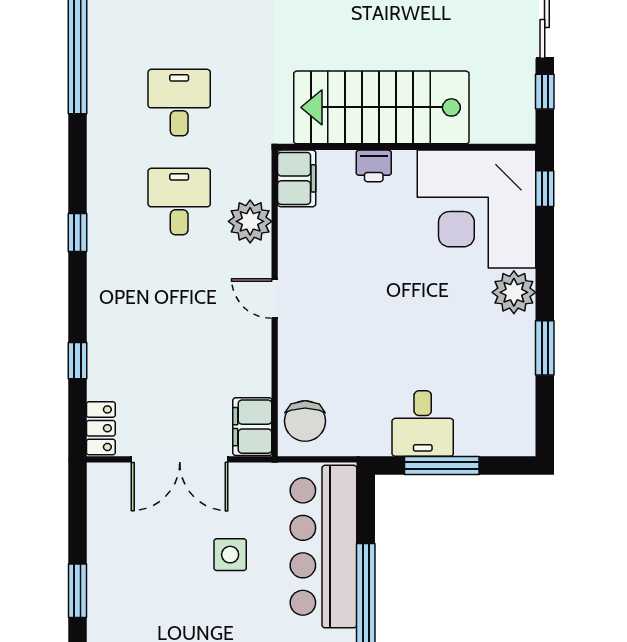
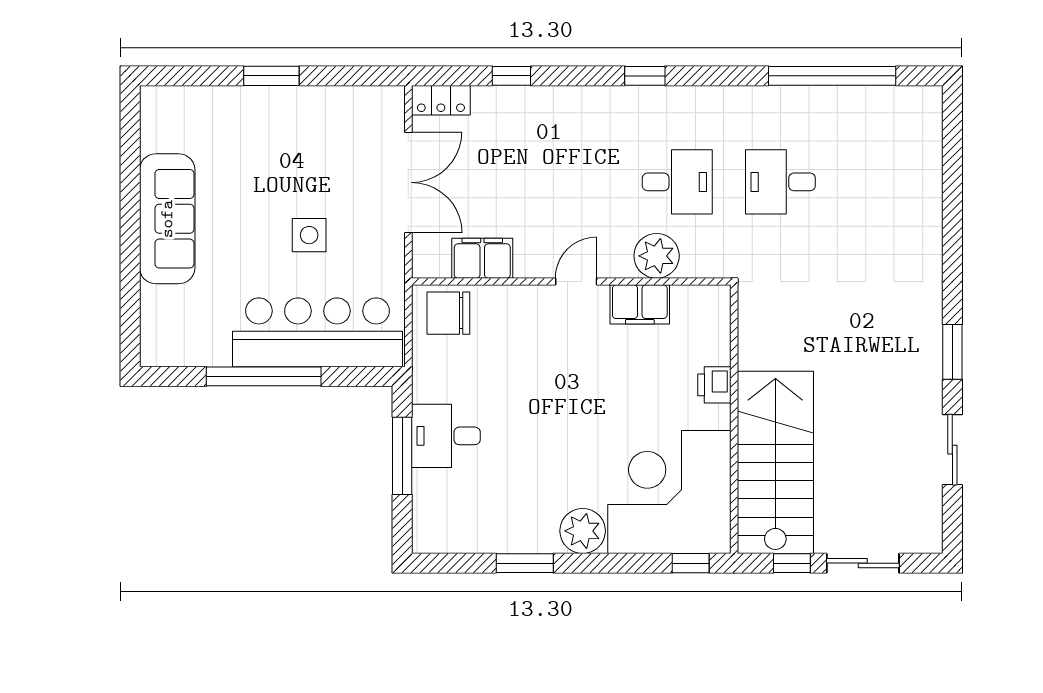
desk: (179, 103) -> (780, 182), turned 180
stairs: (381, 107) -> (775, 462), moved
filing cabinet: (297, 178) -> (640, 304), moved
filing cabinet: (252, 427) -> (482, 258), moved
double door: (180, 459) -> (408, 182), swing flipped

